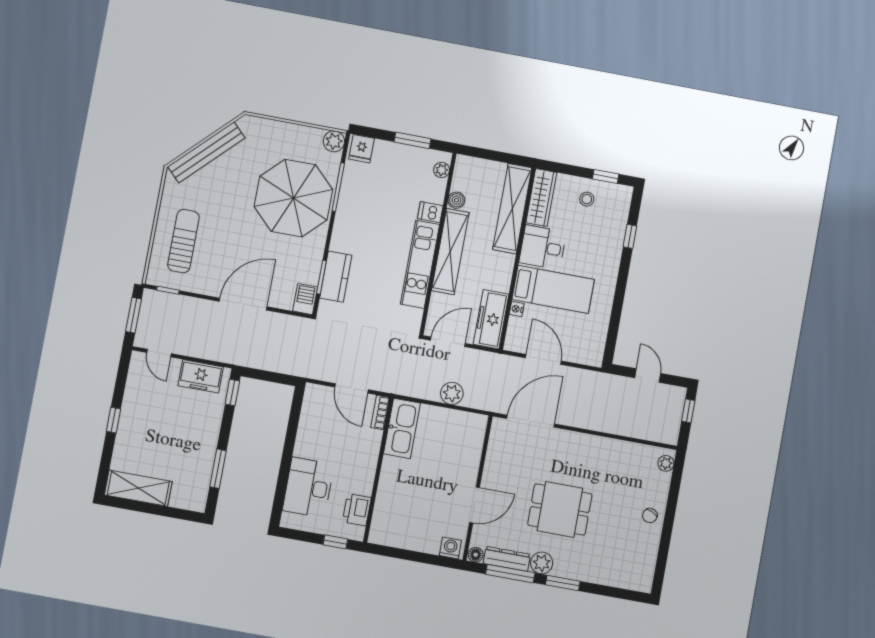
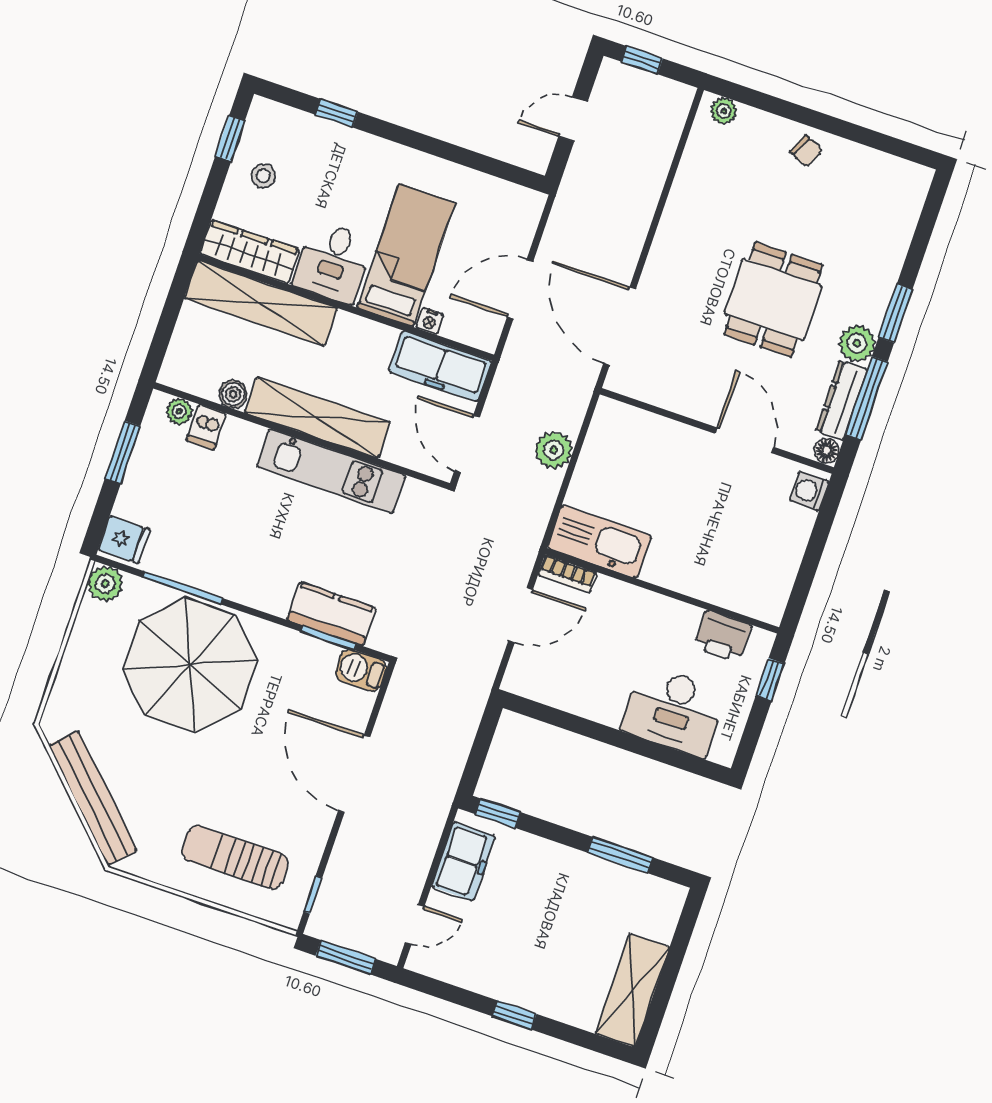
dishwasher: (430, 212) -> (206, 427), moved

